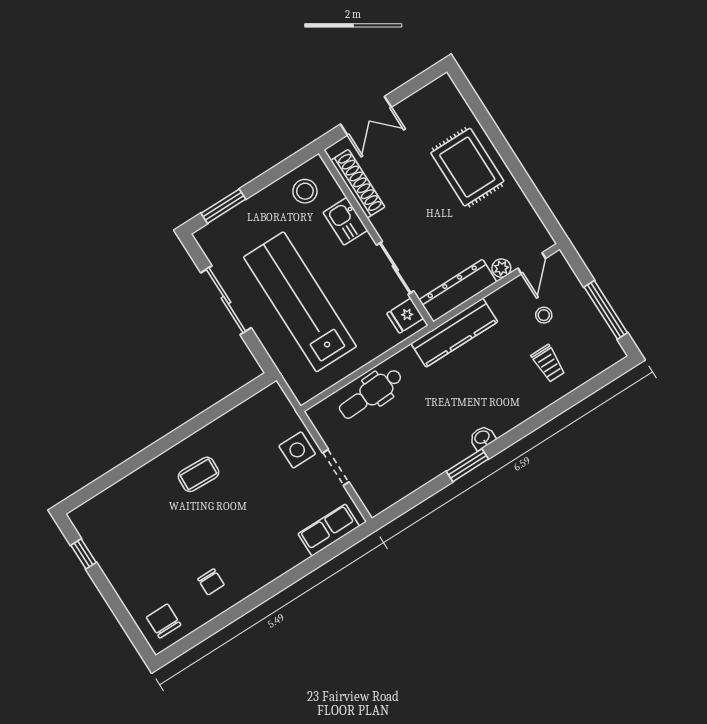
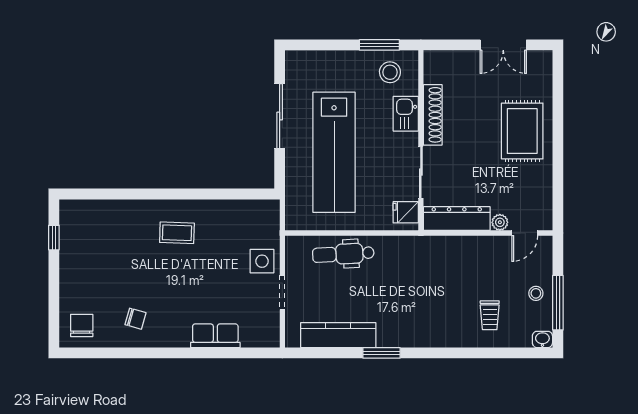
double door: (366, 116) -> (503, 45), moved
shoe rack: (358, 184) -> (433, 115), moved
window: (223, 206) -> (379, 45), moved
lab bench: (300, 302) -> (334, 152), turned 180
stool: (544, 315) -> (536, 293), moved
kitchen counter: (454, 333) -> (338, 335), moved, turned 180
washbasin: (482, 438) -> (542, 339), moved
row of seats: (329, 530) -> (215, 336), moved
chair: (211, 582) -> (135, 319), turned -74

